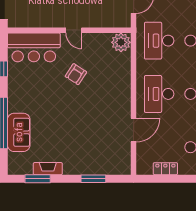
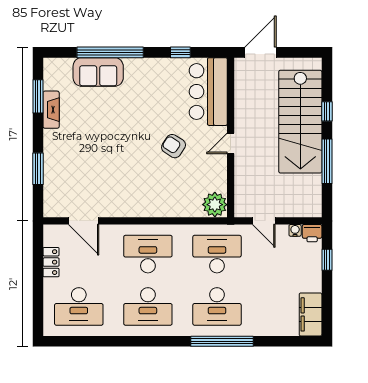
door: (134, 130) -> (84, 221), moved

